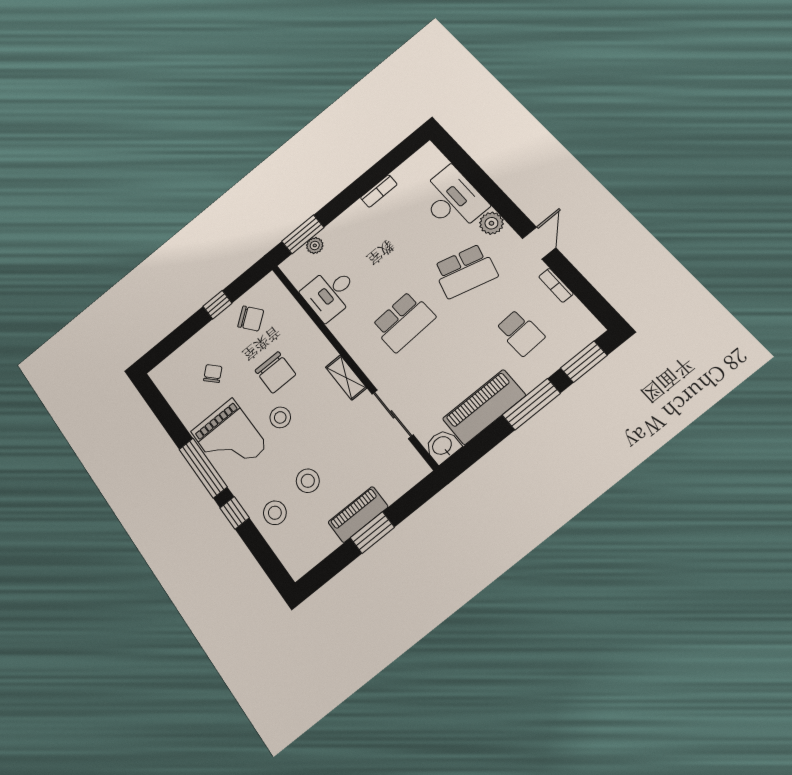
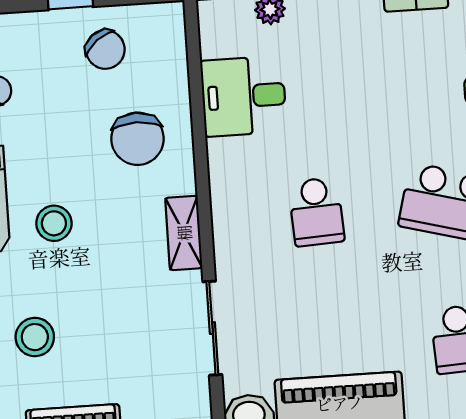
school desk: (403, 321) -> (316, 212), width x0.54
chair: (275, 372) -> (137, 139), moved

